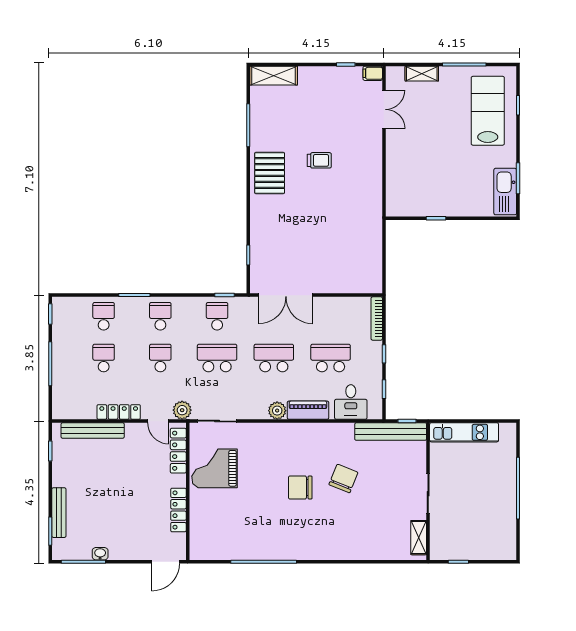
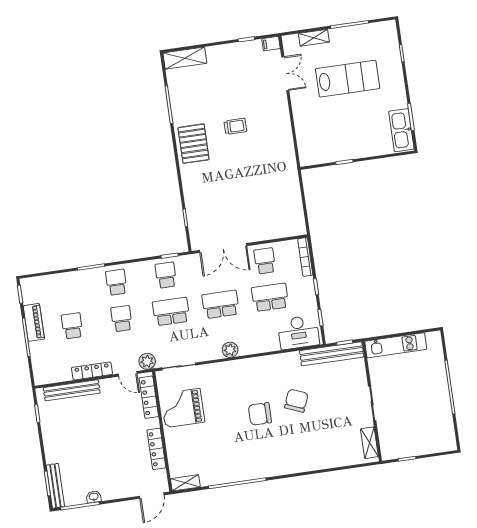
lab bench: (488, 111) -> (348, 79), moved, turned 90
school desk: (104, 316) -> (265, 261), moved
desk: (351, 402) -> (298, 332), width x1.37
piano: (308, 410) -> (34, 322), moved, turned 90
bench: (59, 513) -> (55, 486), moved
shelving: (205, 553) -> (185, 483), added

